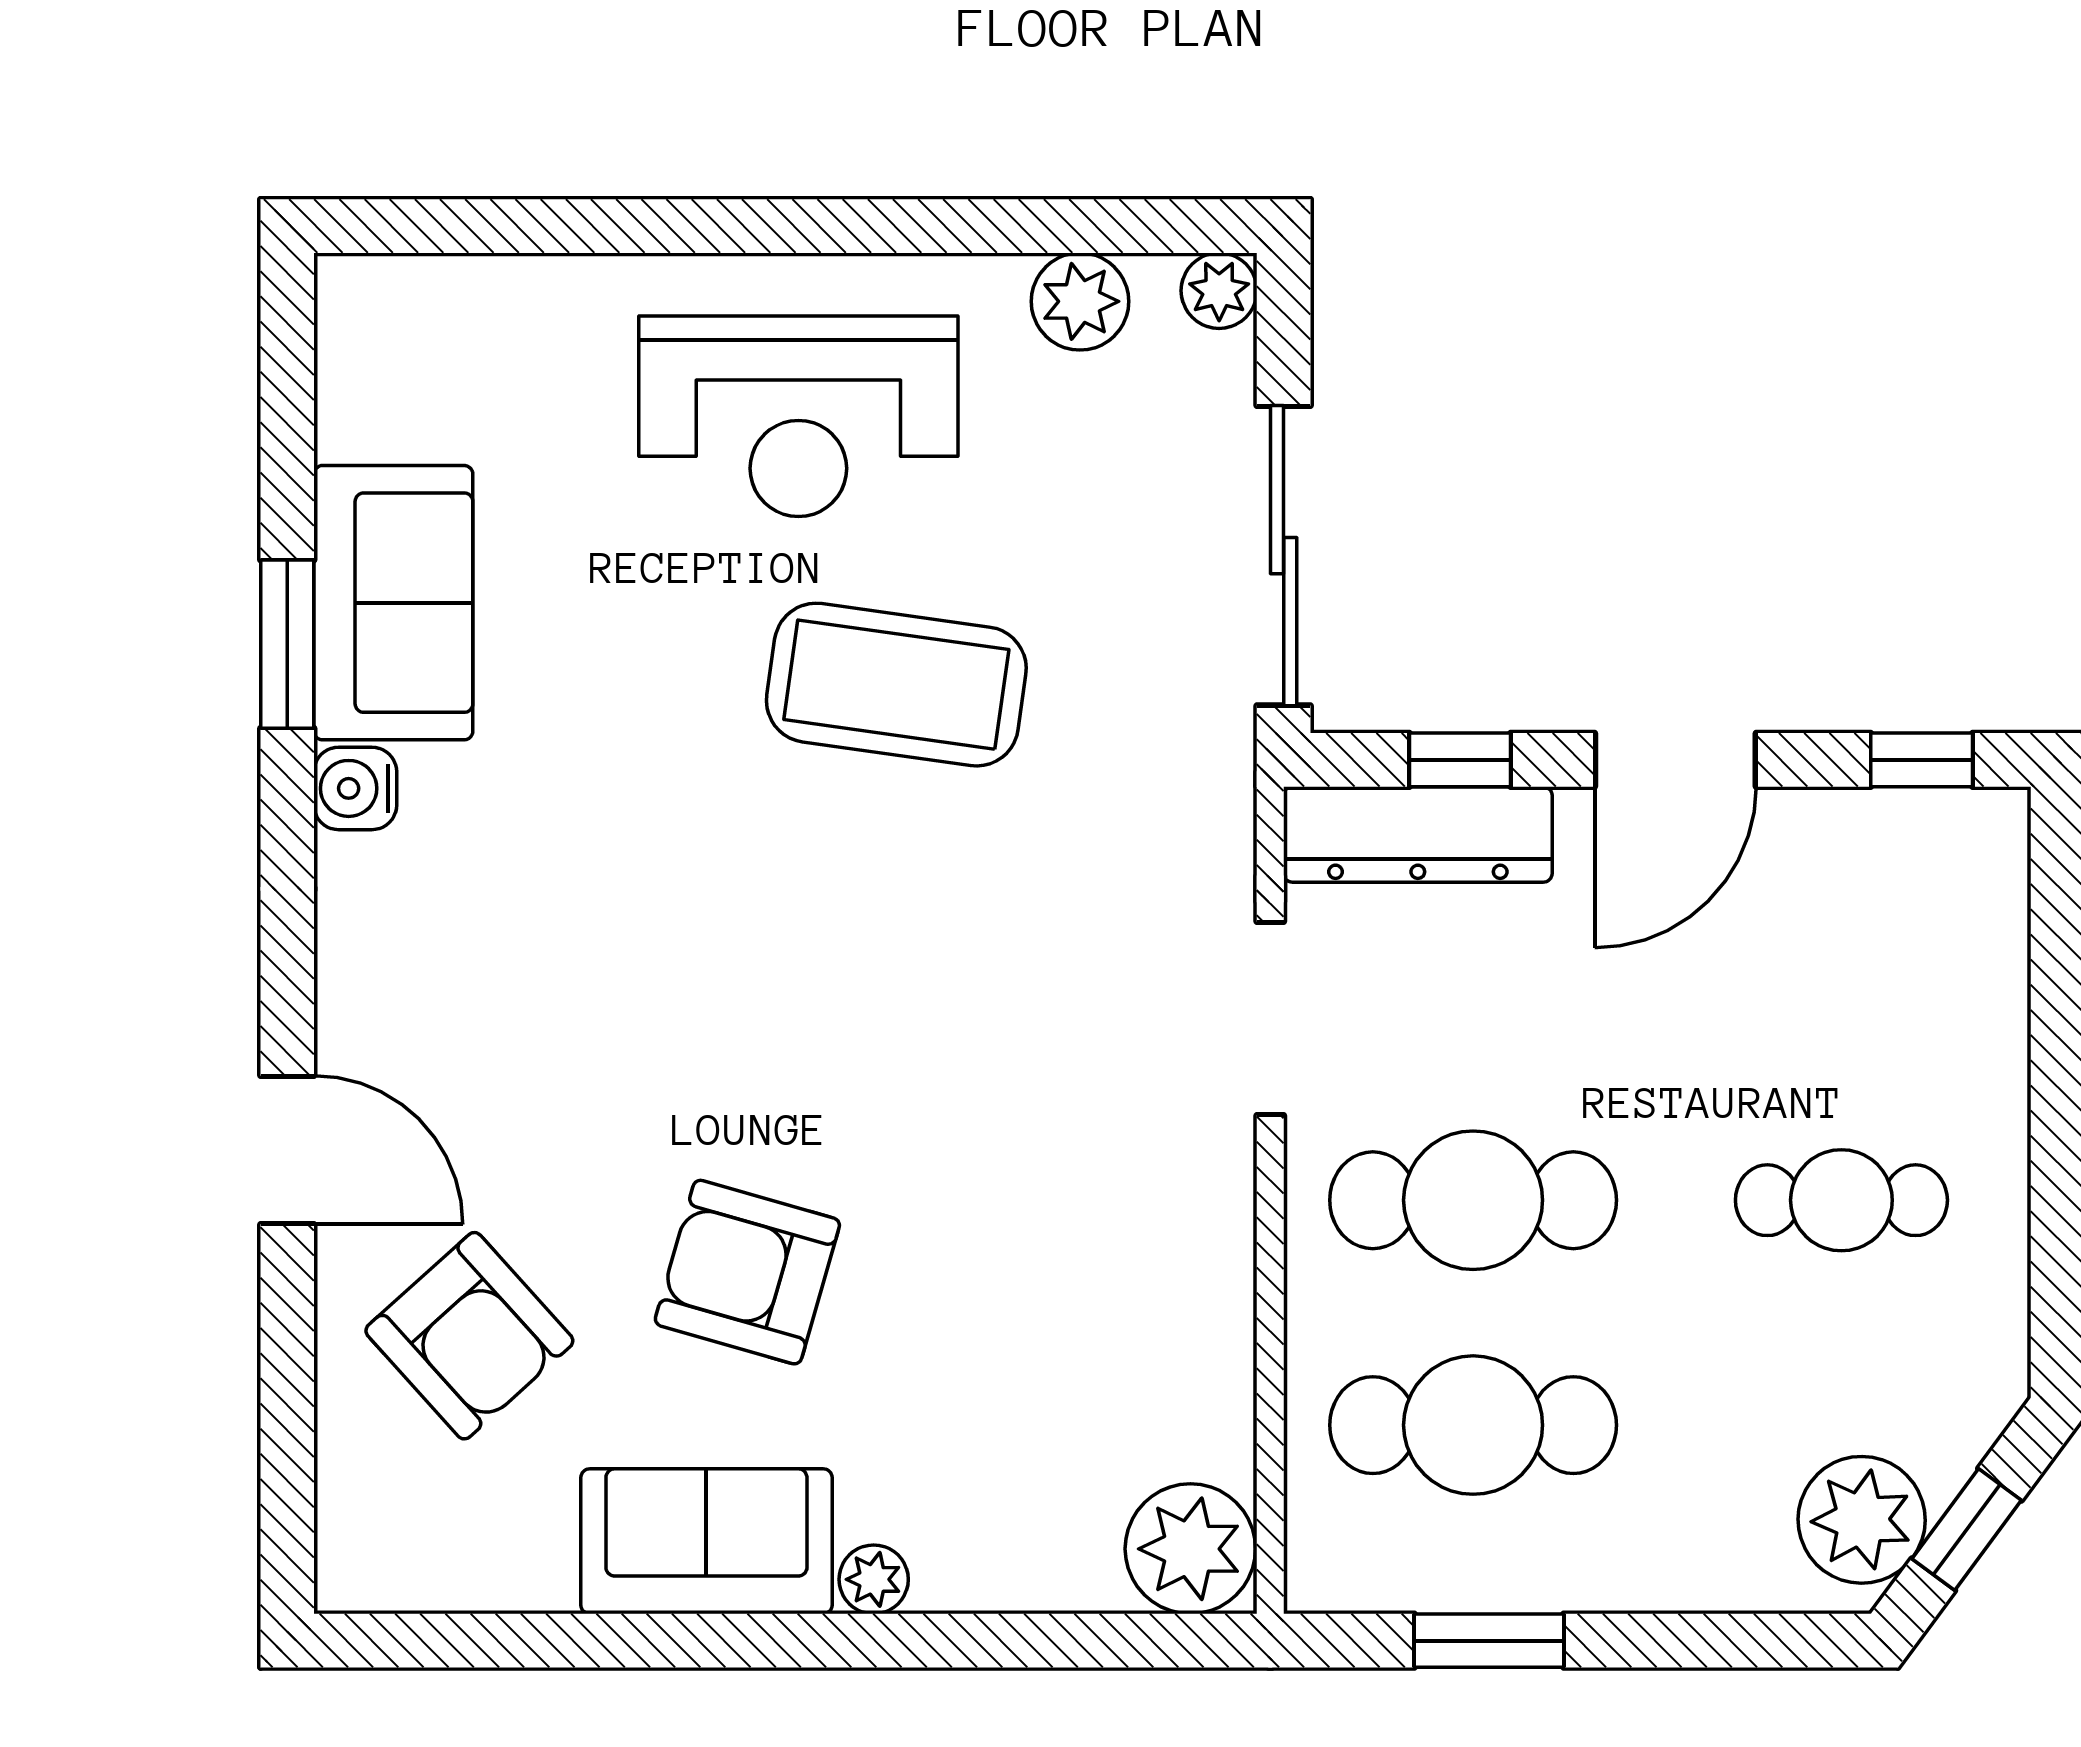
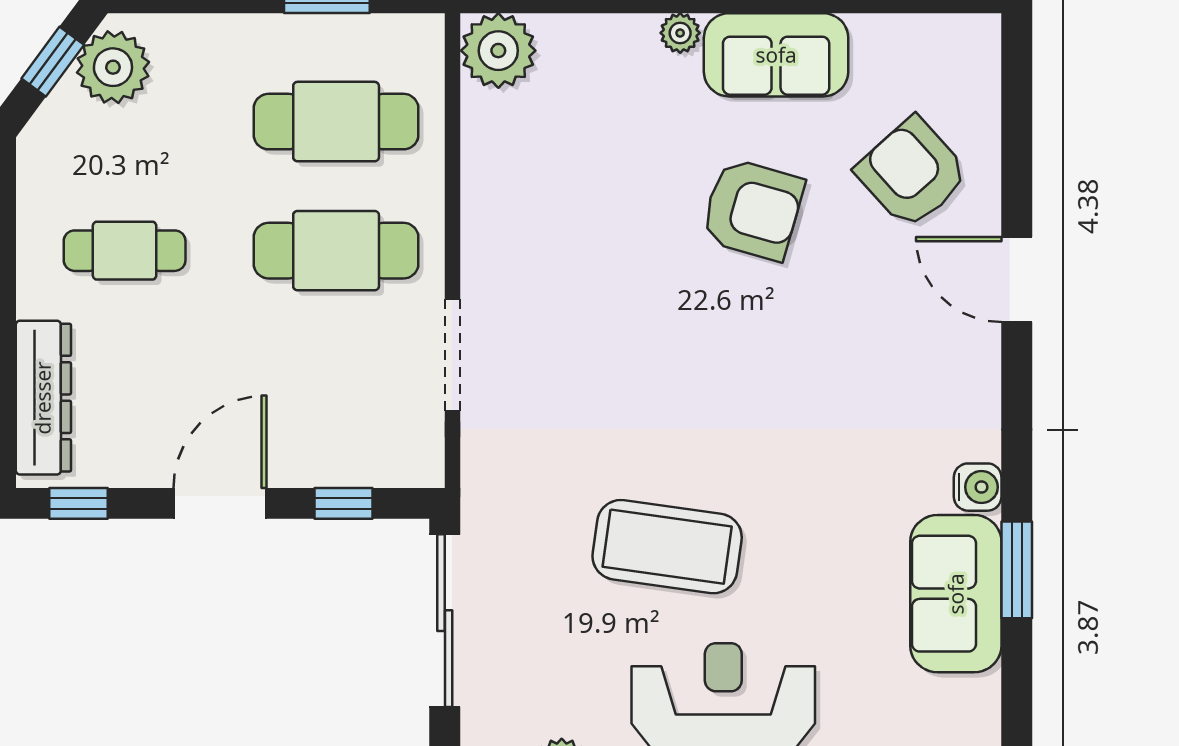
dresser: (1418, 834) -> (43, 398), moved, turned 90

